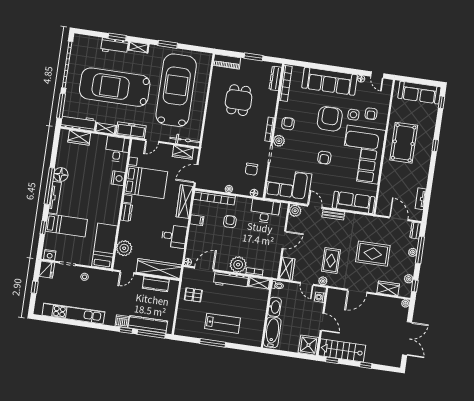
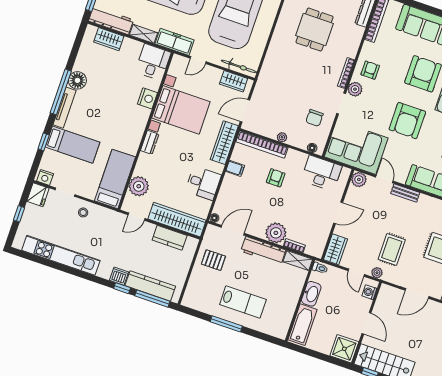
armchair: (324, 158) -> (407, 121), width x1.88, depth x1.88

